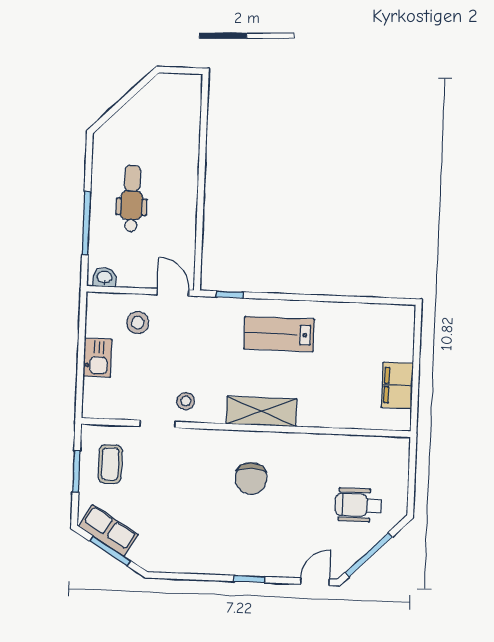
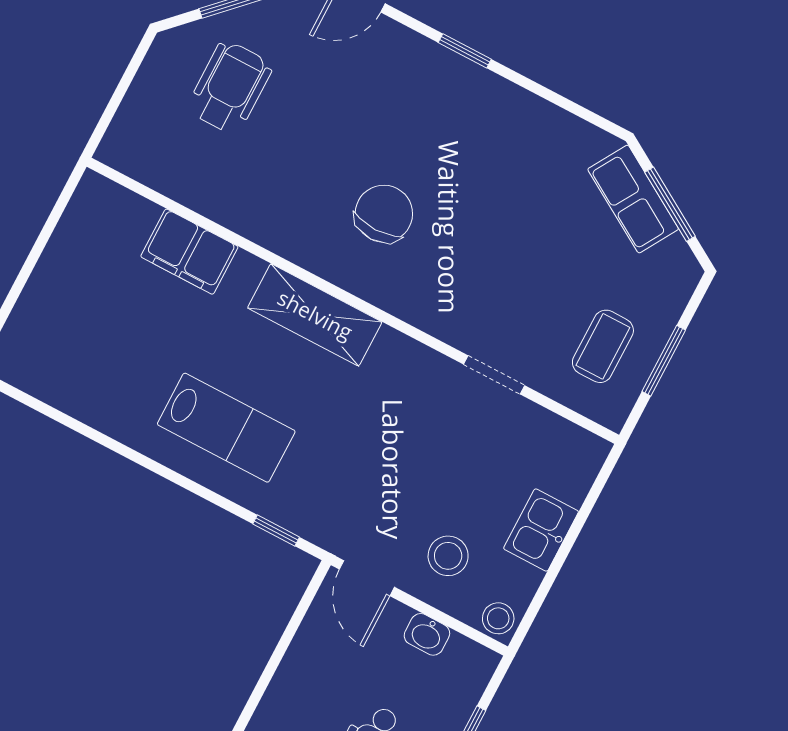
washbasin: (104, 277) -> (427, 634), moved
filing cabinet: (397, 385) -> (189, 252), moved, turned 90
stool: (186, 401) -> (498, 618), moved
wheelchair: (358, 505) -> (230, 87), turned -90
row of seats: (108, 530) -> (633, 199), moved

